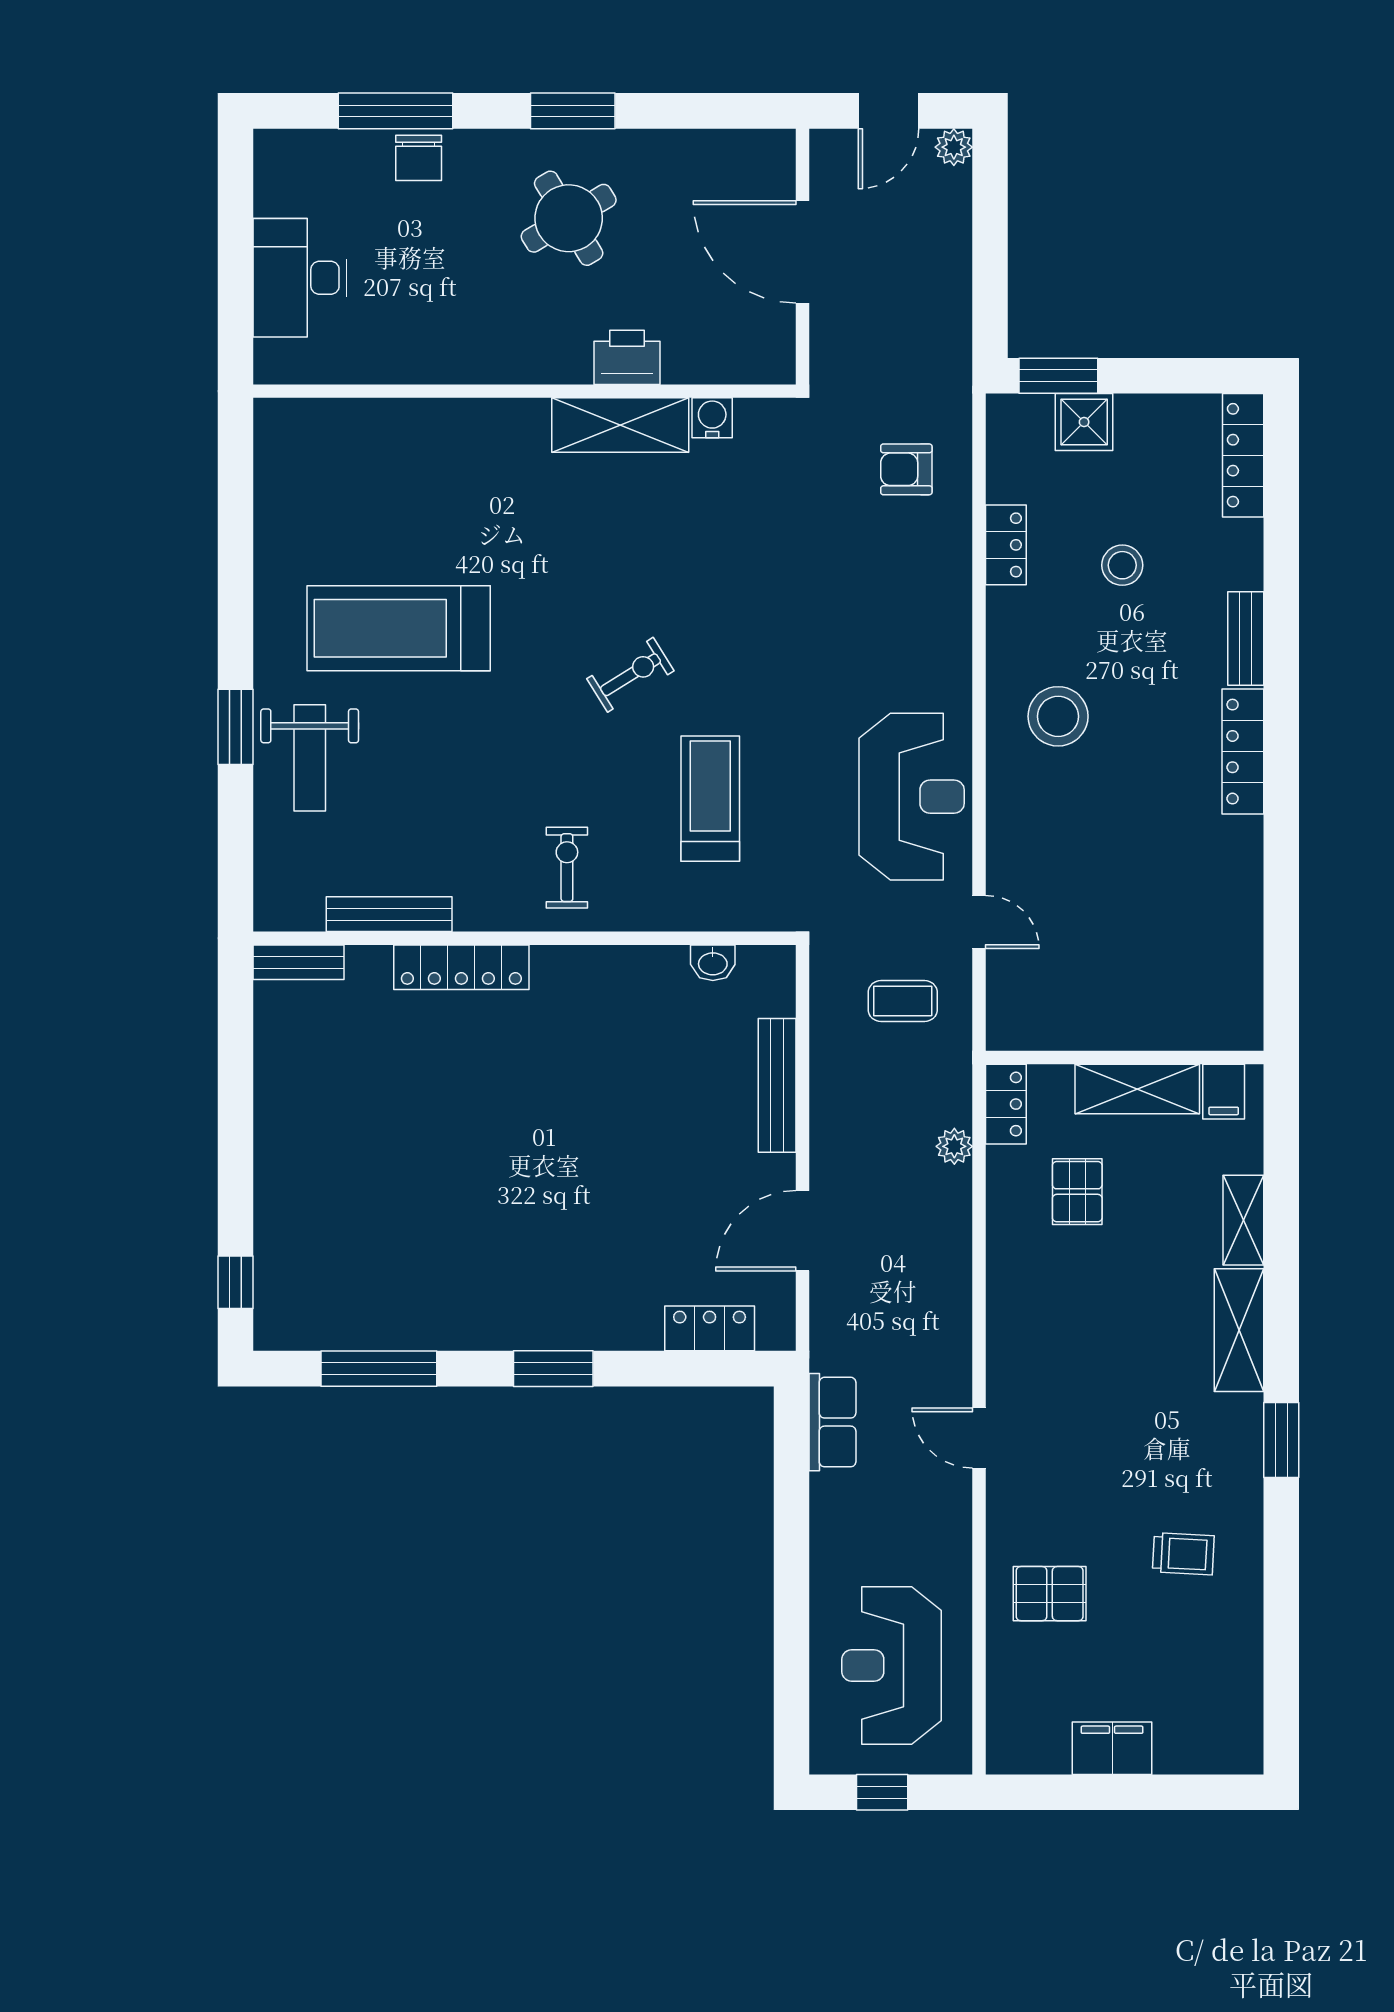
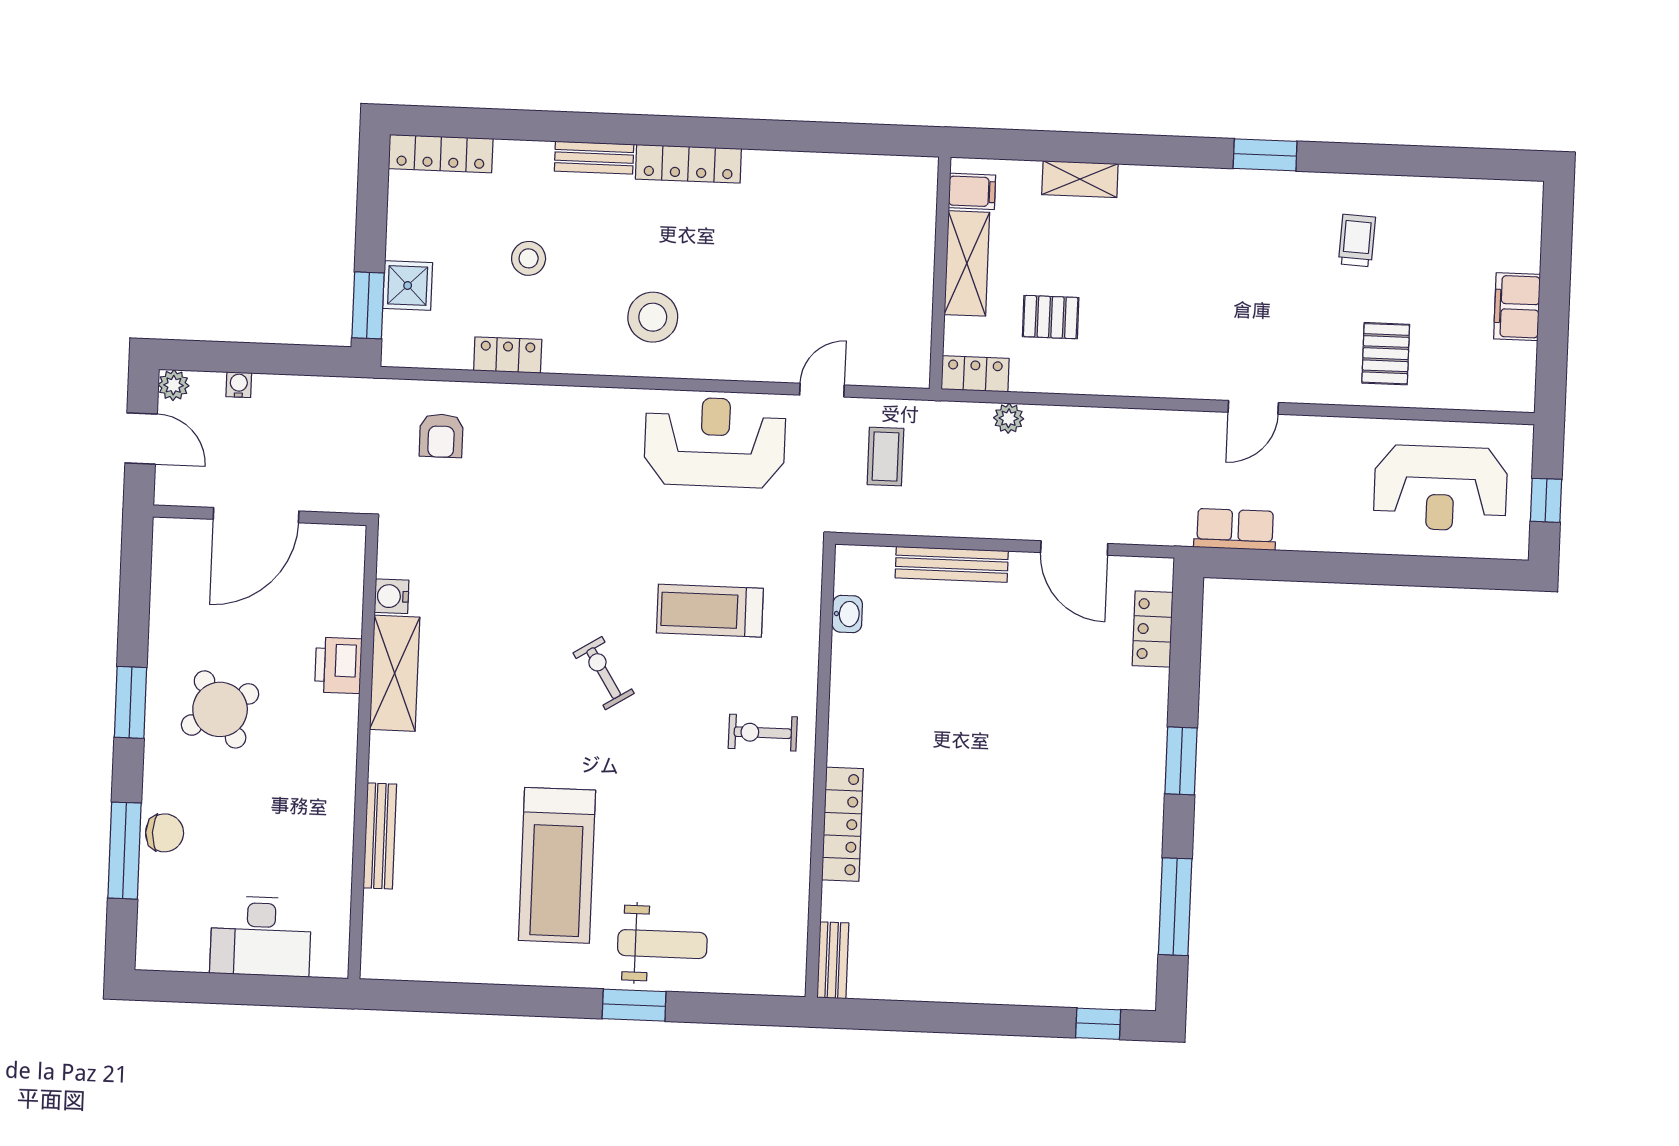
water cooler: (958, 225) -> (239, 385), added
bench: (389, 914) -> (380, 836), moved
shelving: (1239, 1330) -> (1172, 186), removed

